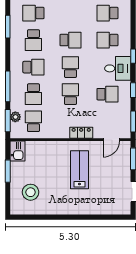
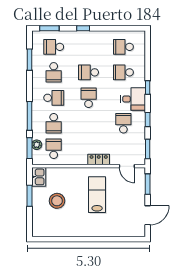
school desk: (70, 40) -> (89, 72), turned 180
school desk: (70, 94) -> (89, 123), removed
school desk: (107, 94) -> (123, 123), turned -90
door: (111, 140) -> (127, 166), hinge flipped
stool: (31, 192) -> (57, 201), moved

